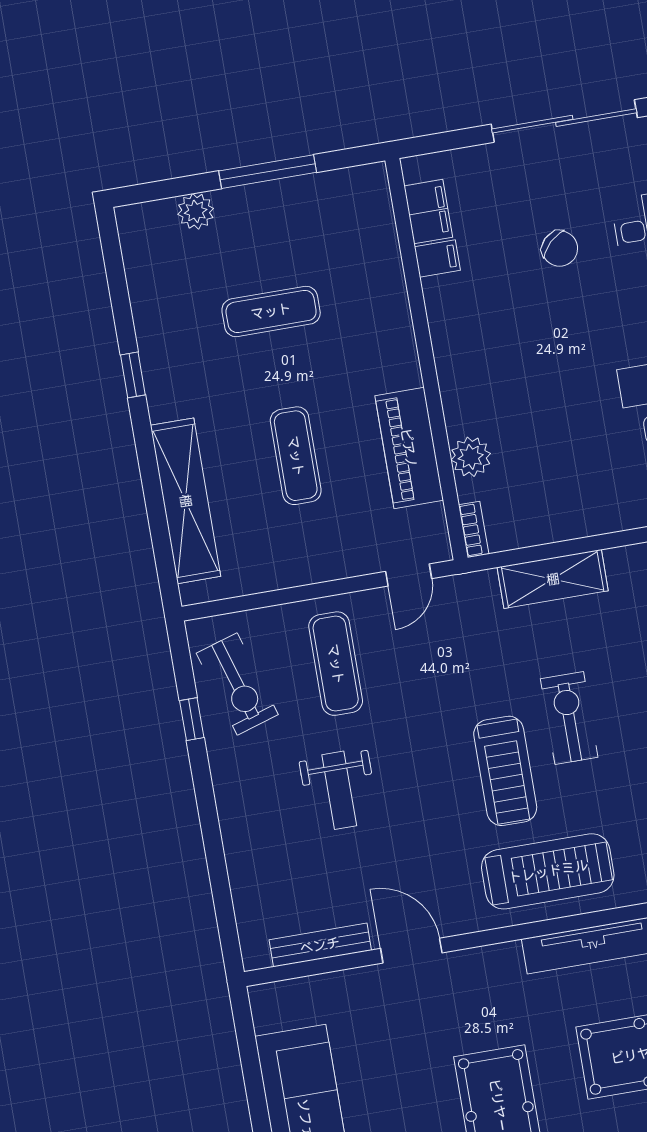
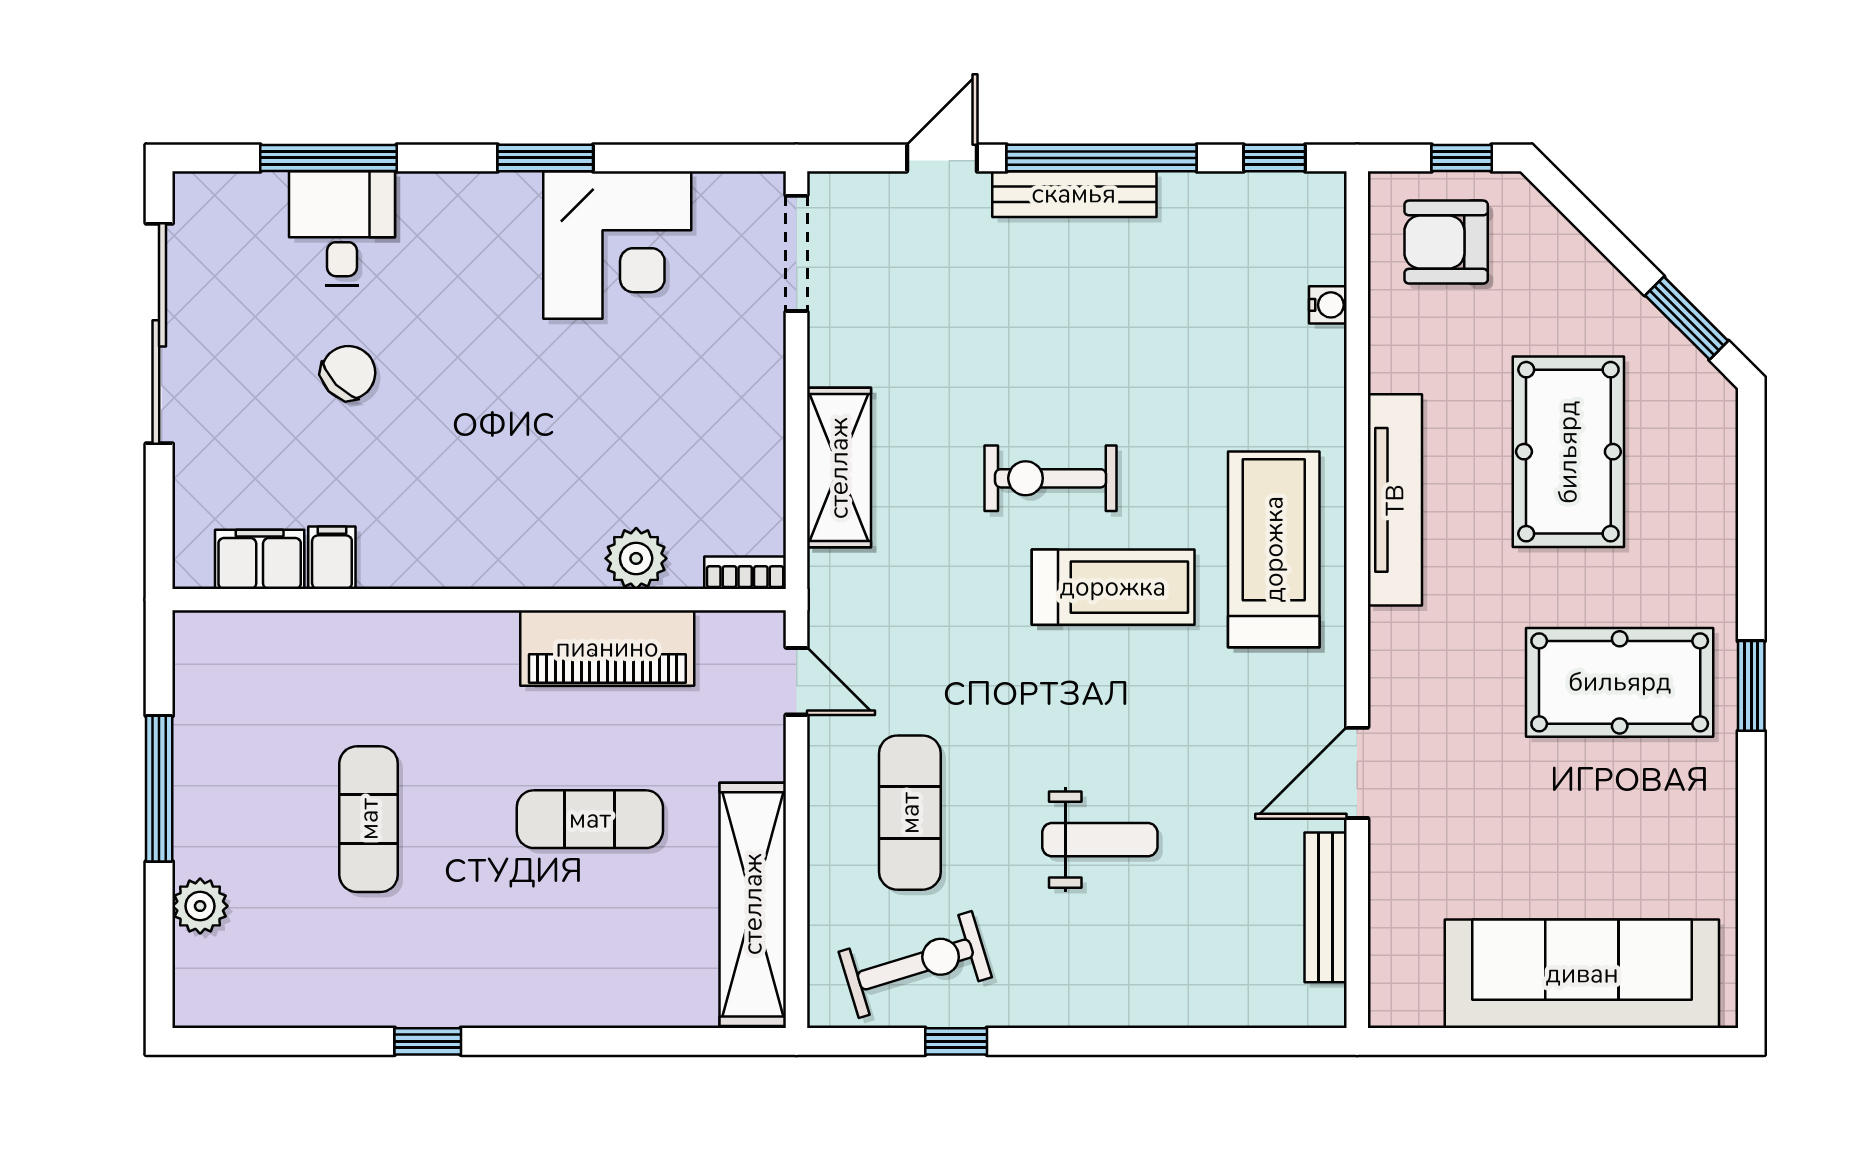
shelving: (186, 501) -> (753, 904), moved, turned 90
exercise mat: (336, 664) -> (910, 813), turned 90

